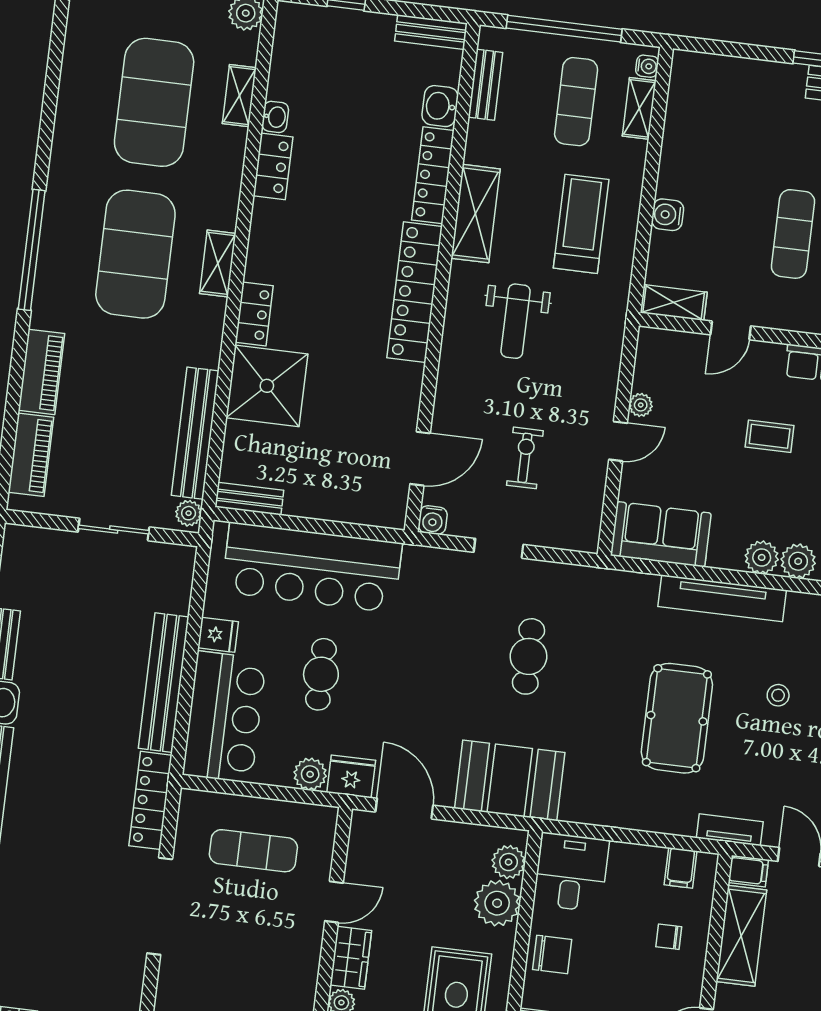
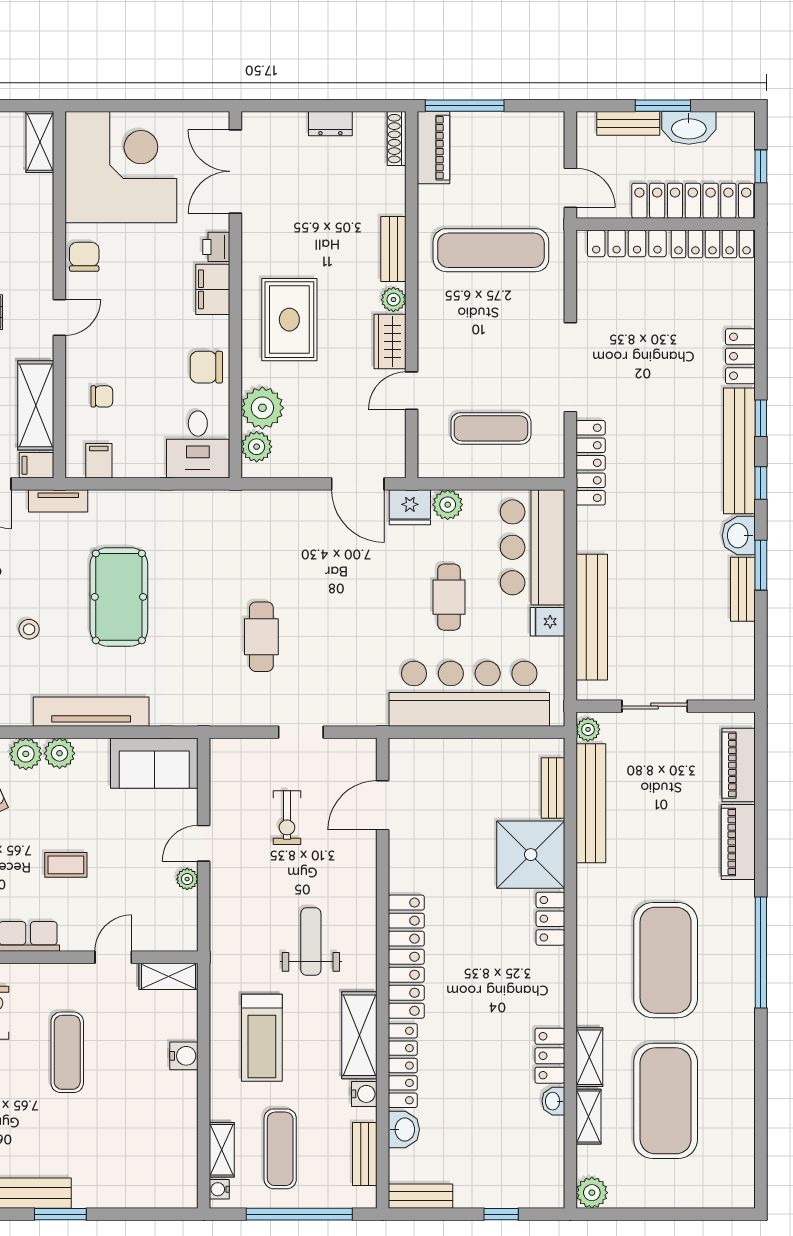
shelving: (218, 263) -> (589, 1057), moved
bench: (249, 499) -> (553, 788), moved, turned 90
water cooler: (433, 520) -> (364, 1094), moved, turned 90
bench: (164, 683) -> (592, 617), moved
booth: (510, 780) -> (265, 521), removed

